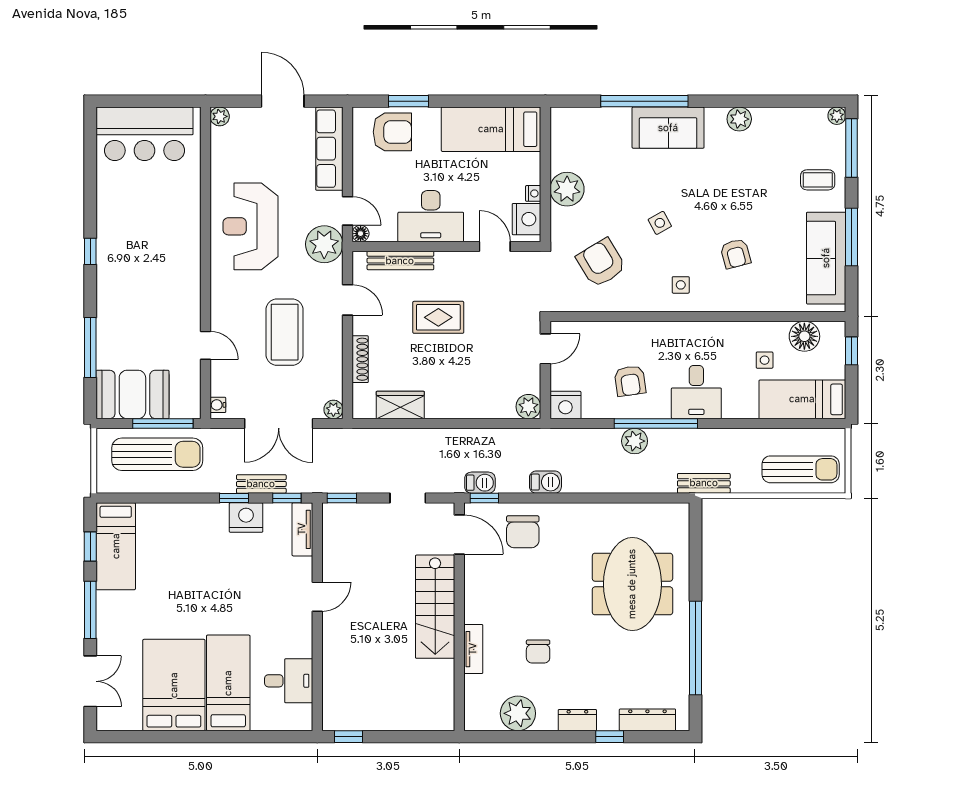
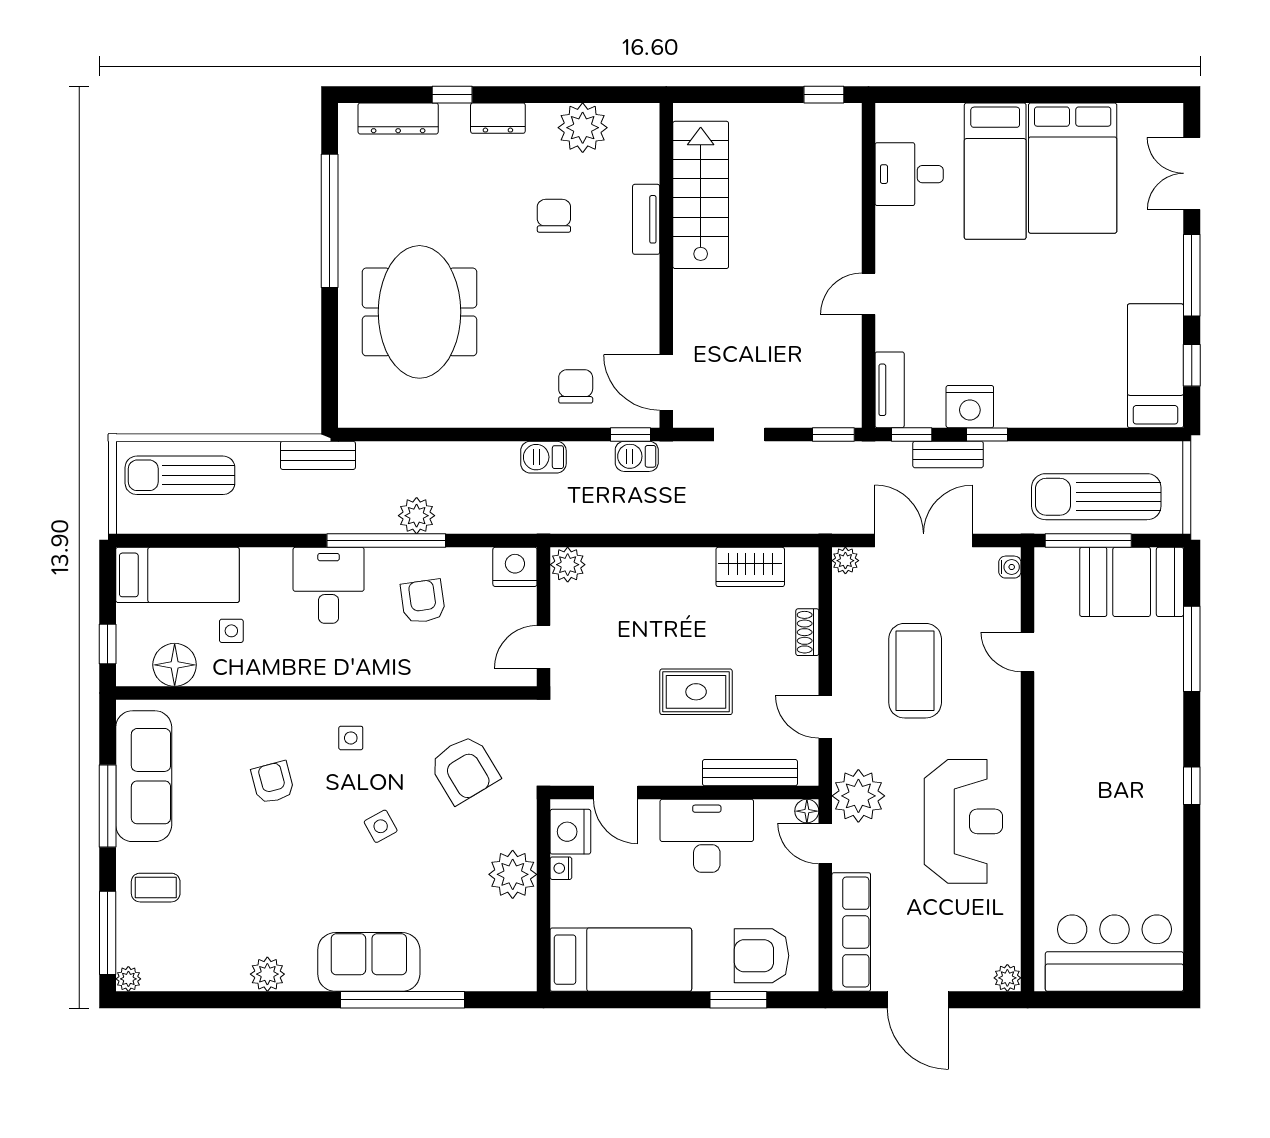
shoe rack: (360, 359) -> (807, 632), width x0.70
chair: (523, 532) -> (576, 386), width x0.73, depth x0.73
stairs: (435, 607) -> (701, 195), moved

